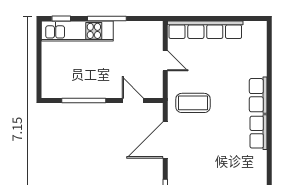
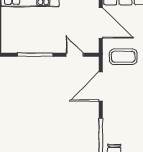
door: (165, 61) -> (101, 23), width x1.87

